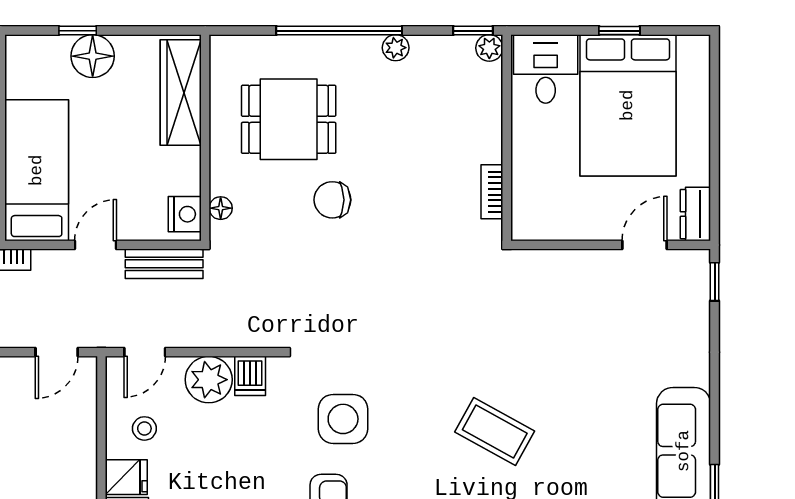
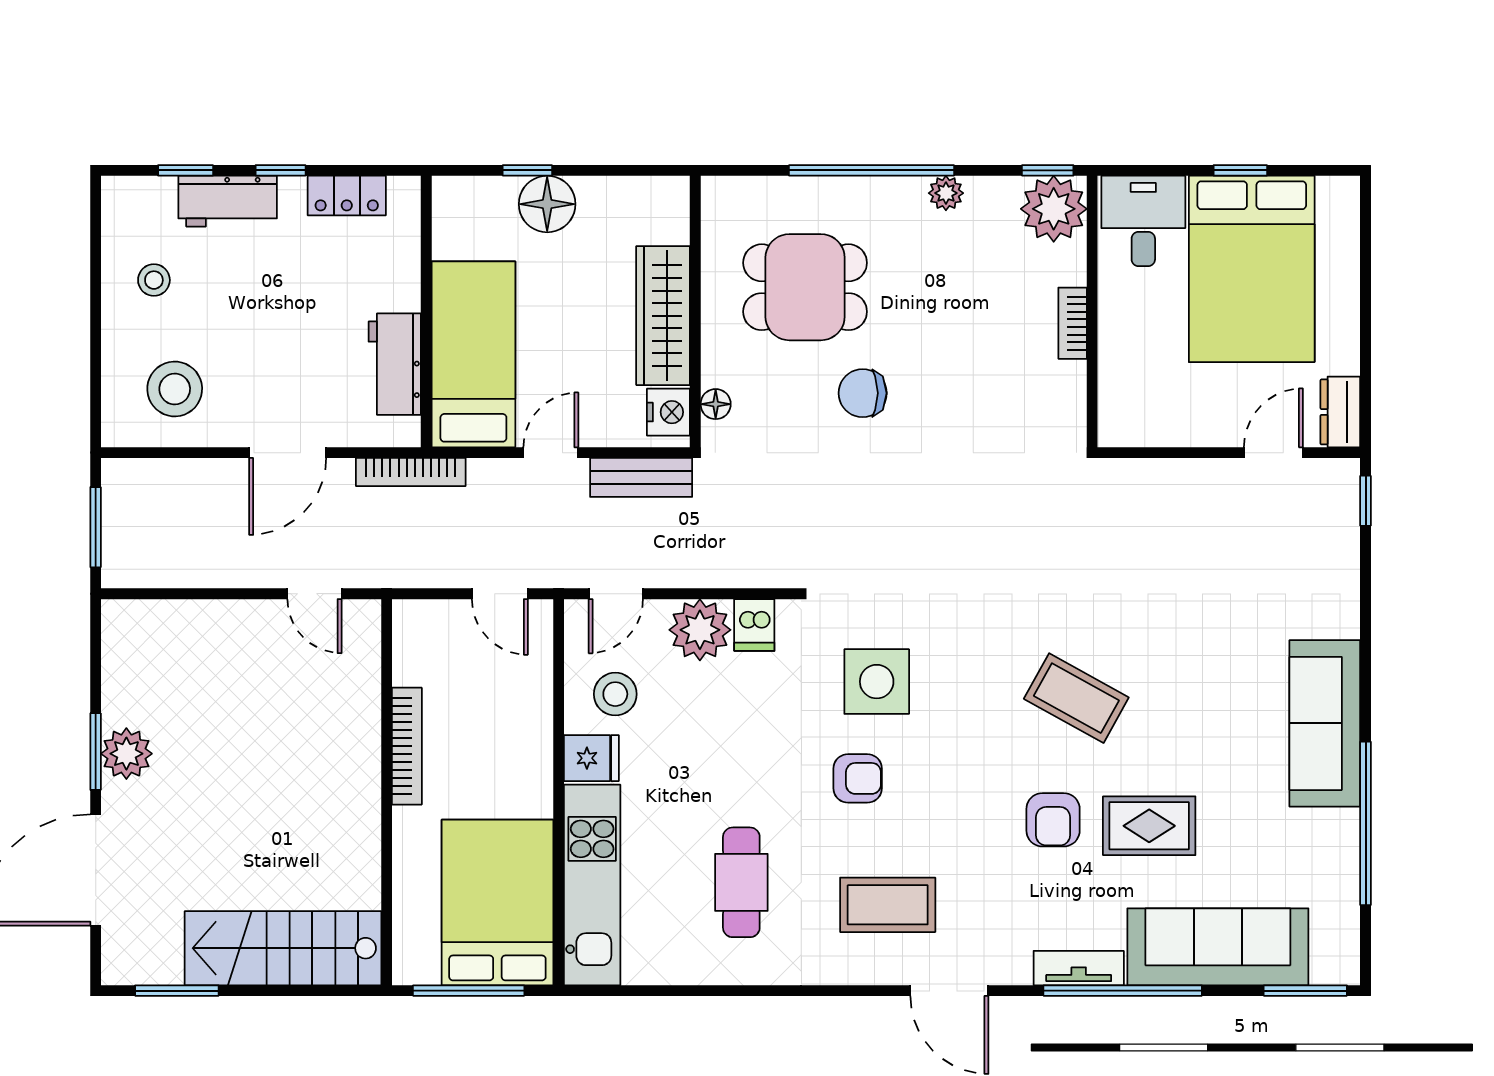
plant: (489, 48) -> (1054, 209), width x1.88, depth x1.88
wardrobe: (181, 92) -> (663, 316), moved
bookcase: (492, 192) -> (1073, 323), moved
door: (57, 352) -> (500, 594), hinge flipped
stool: (144, 428) -> (615, 694), width x1.37, depth x1.37

